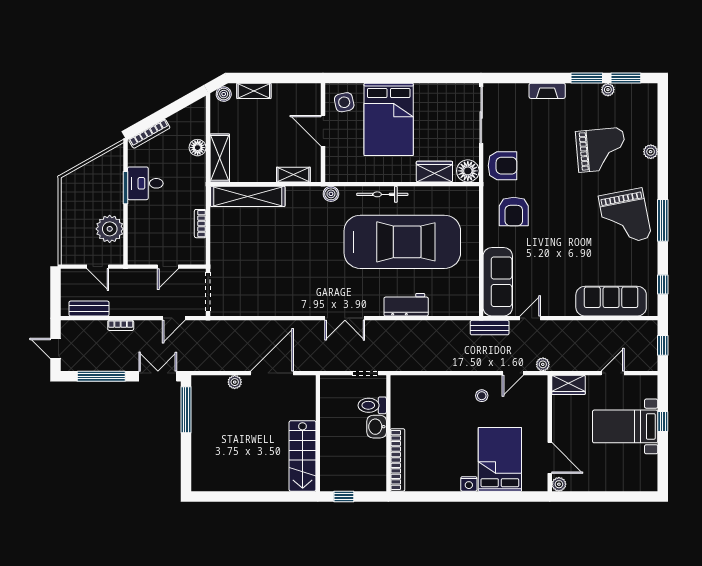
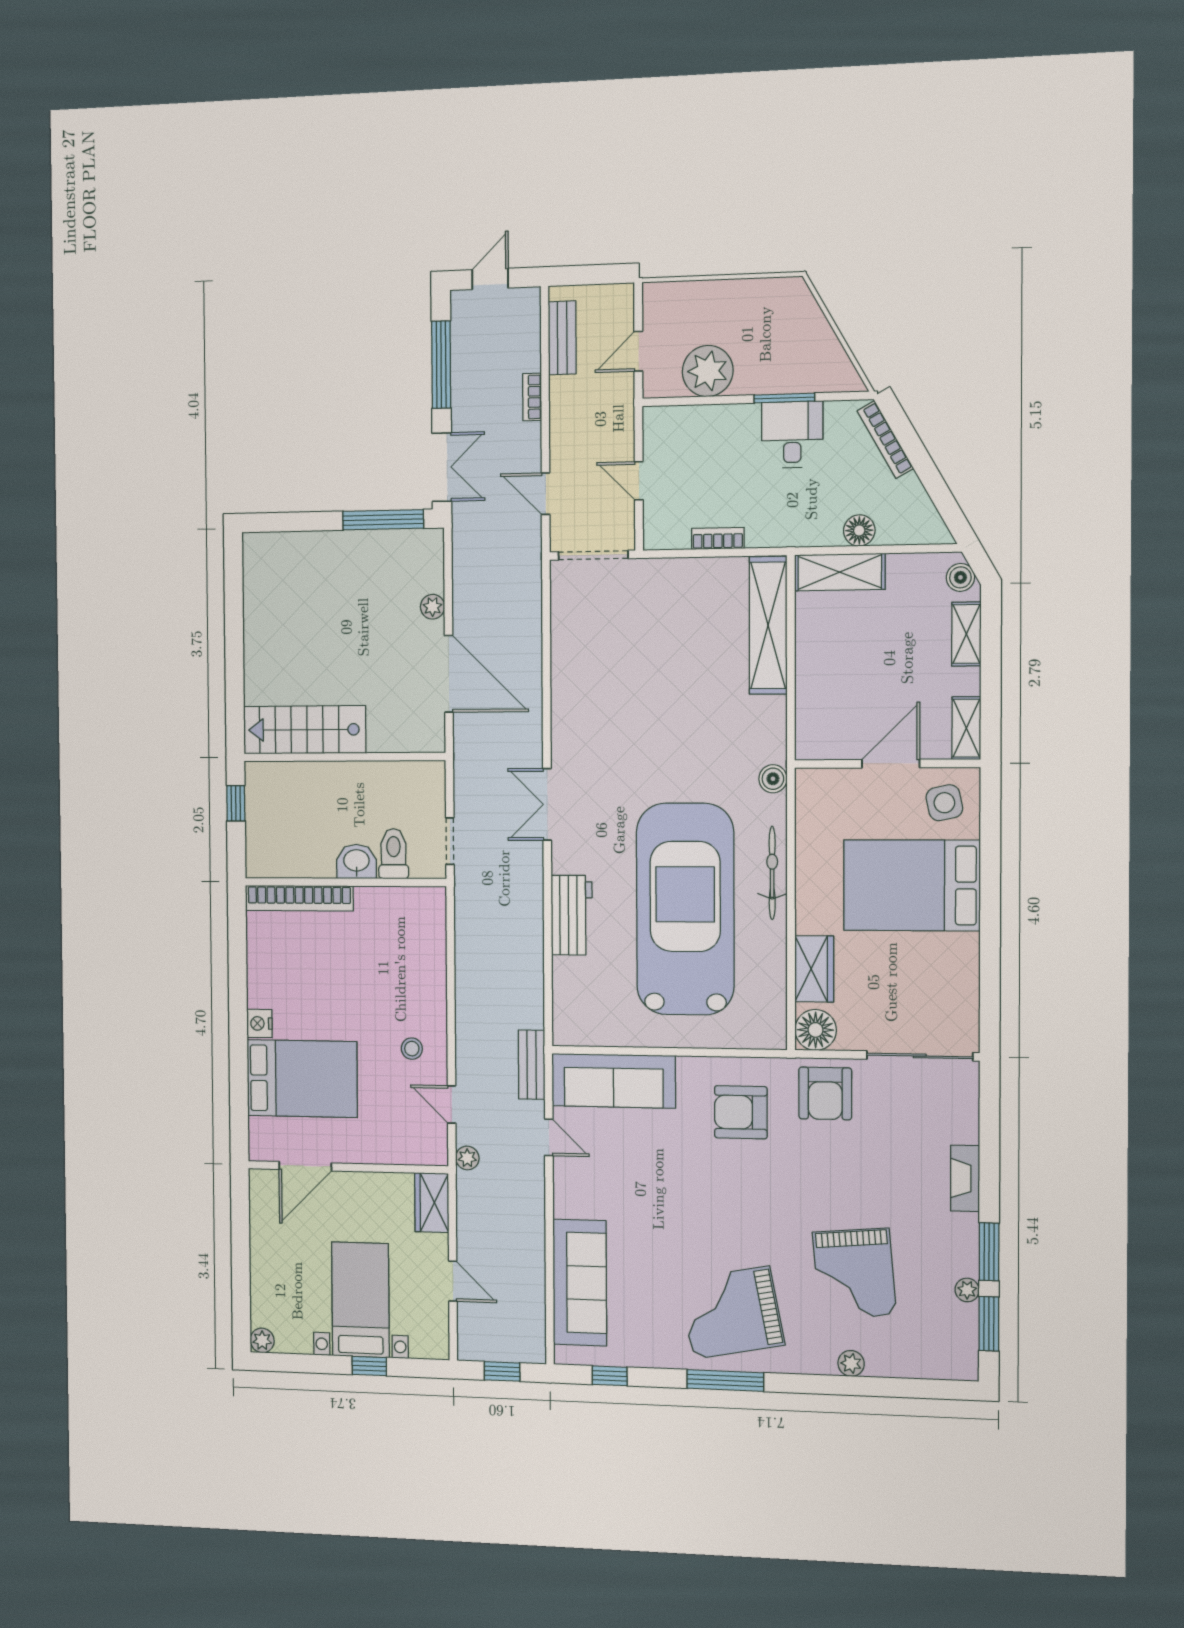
shelving: (293, 175) -> (966, 728), moved
car: (402, 242) -> (685, 909), turned 180
plant: (559, 484) -> (262, 1340), moved

